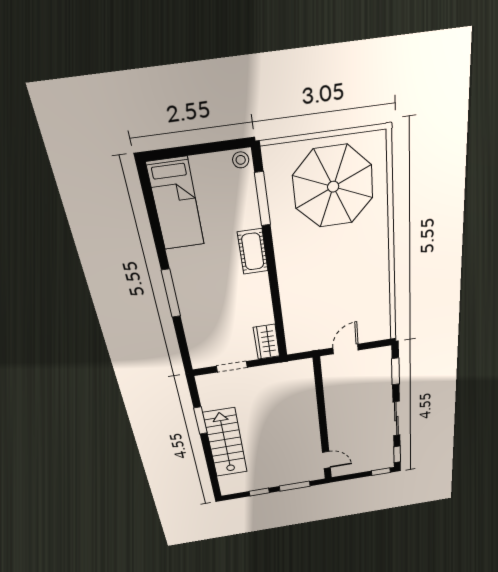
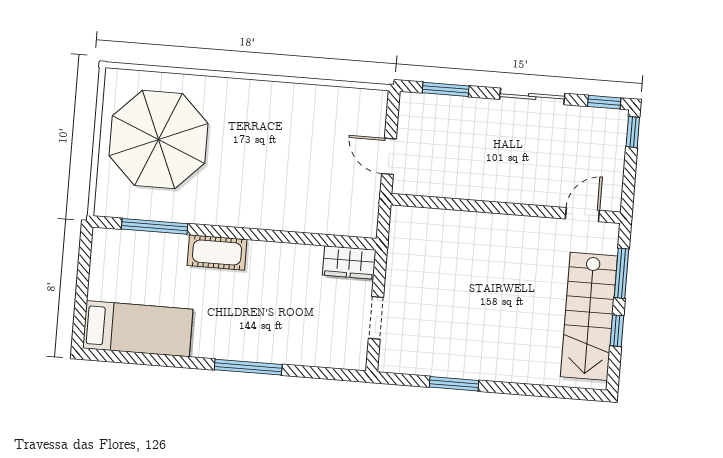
stool: (241, 160) -> (104, 242), removed
stairs: (225, 443) -> (589, 316), moved, turned -90

